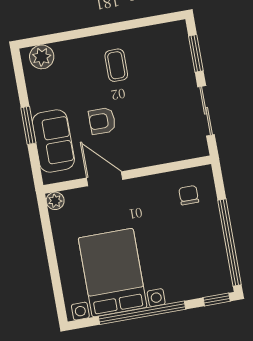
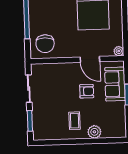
plant: (42, 57) -> (94, 132), moved
chair: (189, 195) -> (45, 44), width x1.87, depth x1.87

